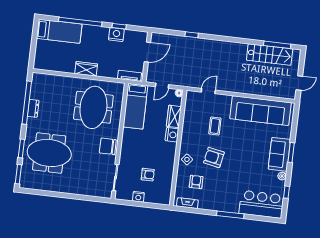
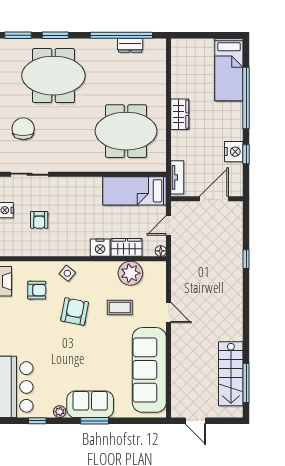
door: (147, 52) -> (214, 199), swing flipped
door: (162, 86) -> (168, 225), hinge flipped
door: (208, 91) -> (168, 313), moved
dresser: (33, 108) -> (130, 45), moved
plant: (192, 116) -> (130, 273), added
chair: (108, 146) -> (23, 129), moved
meeting table: (49, 153) -> (53, 76), turned 90

